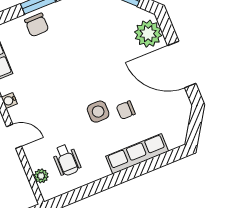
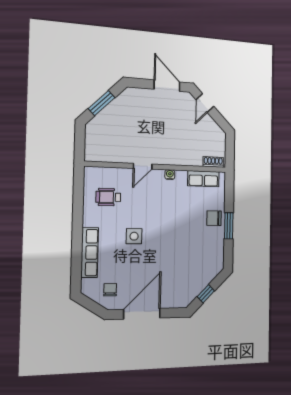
plant: (148, 34) -> (175, 297), removed
chair: (126, 110) -> (110, 290), moved
plant: (41, 176) -> (105, 173), removed

